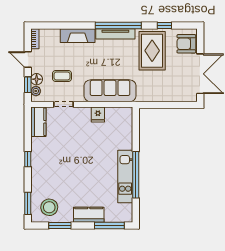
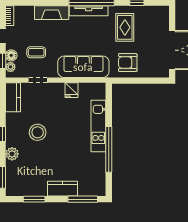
armchair: (186, 44) -> (128, 63), moved
rug: (152, 51) -> (125, 27), width x0.73, depth x0.70
kitchen unit: (125, 177) -> (98, 126), moved
plant: (37, 179) -> (12, 154), added
stool: (49, 207) -> (38, 132), moved

